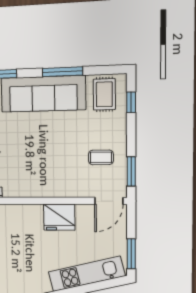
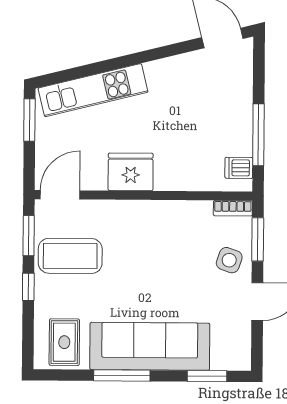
window: (131, 102) -> (28, 287), moved
coffee table: (101, 157) -> (70, 256), width x1.86, depth x1.72

